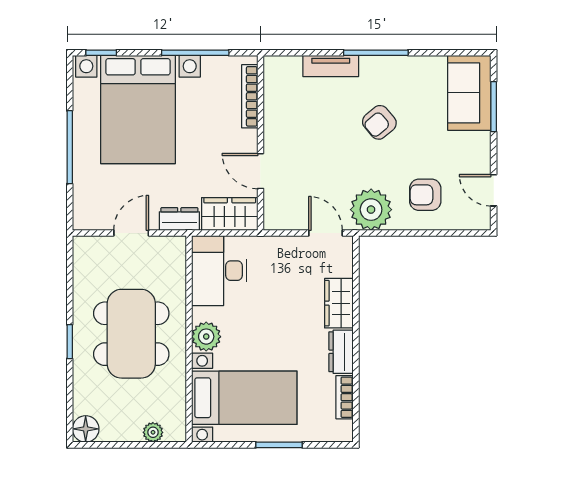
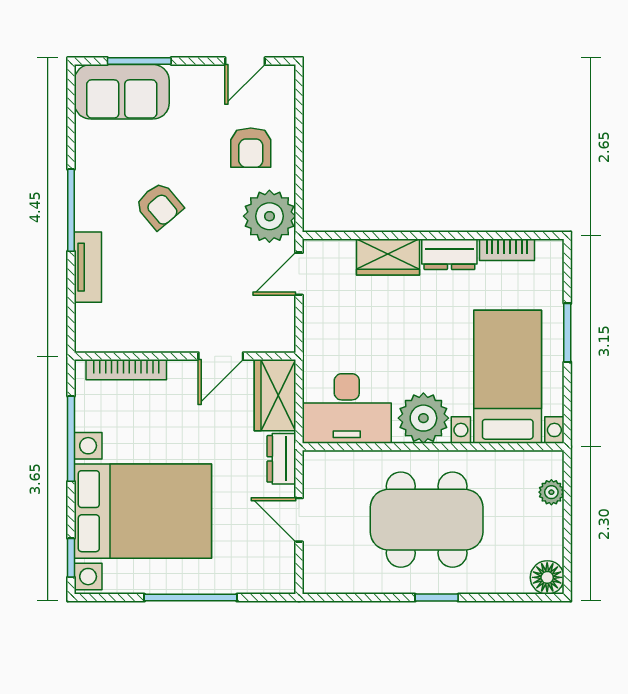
plant: (206, 337) -> (423, 418), width x1.36, depth x1.36

